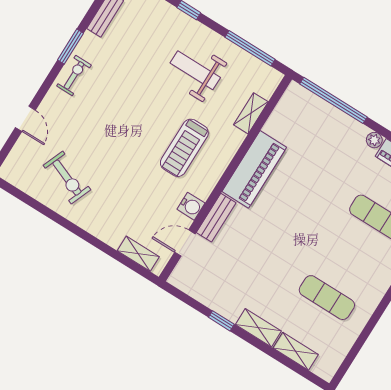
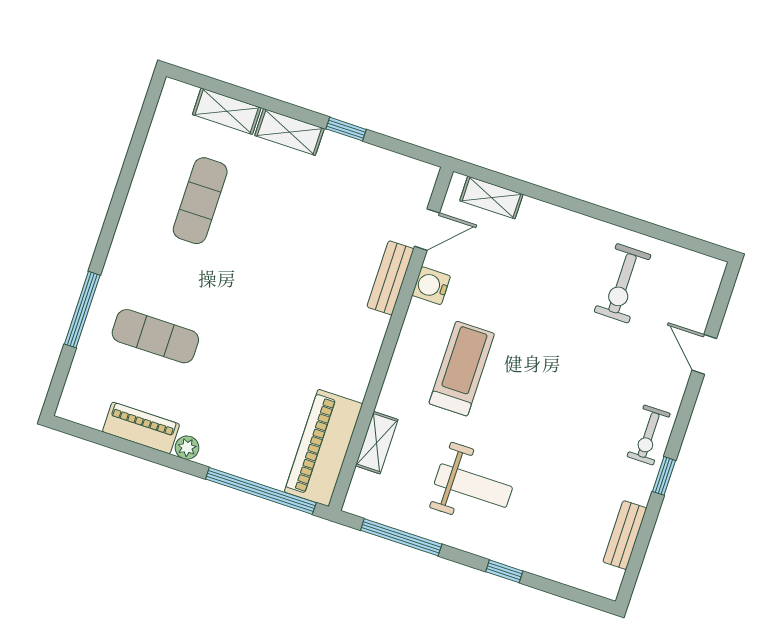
window: (71, 47) -> (664, 476), width x0.67
piano: (254, 169) -> (324, 448), moved
exercise bike: (67, 178) -> (623, 283), turned -112
exercise mat: (327, 298) -> (200, 201), turned 90

